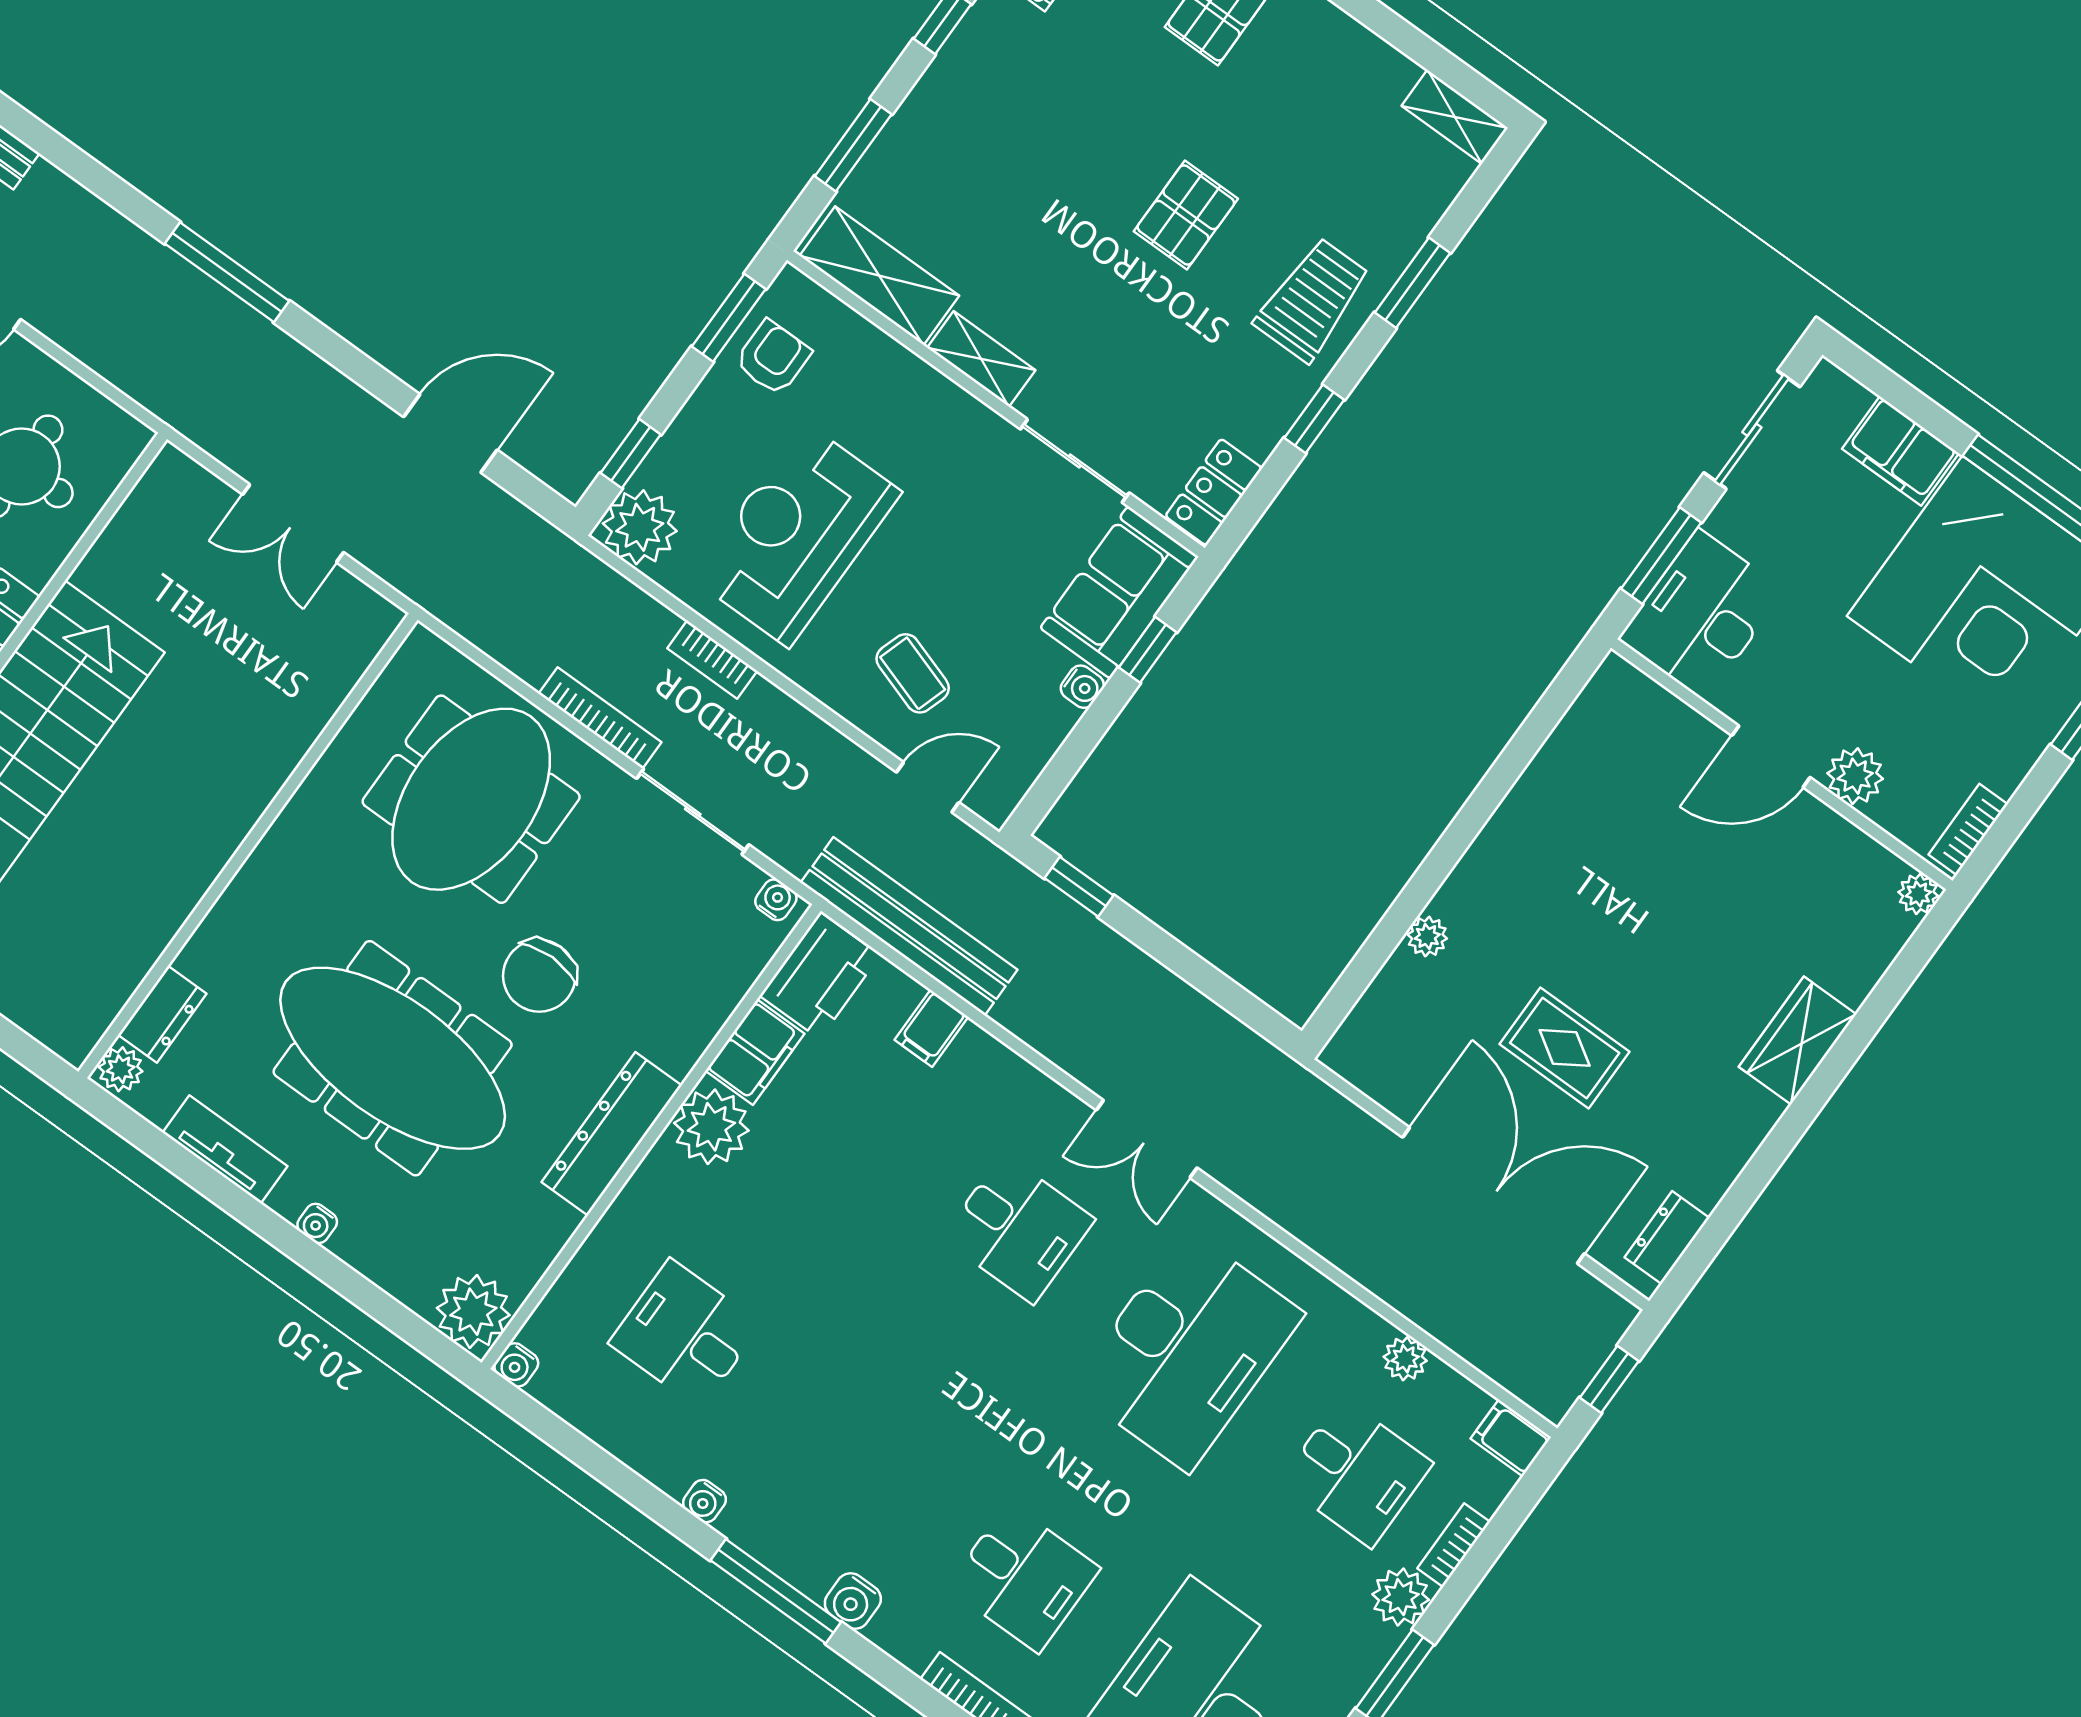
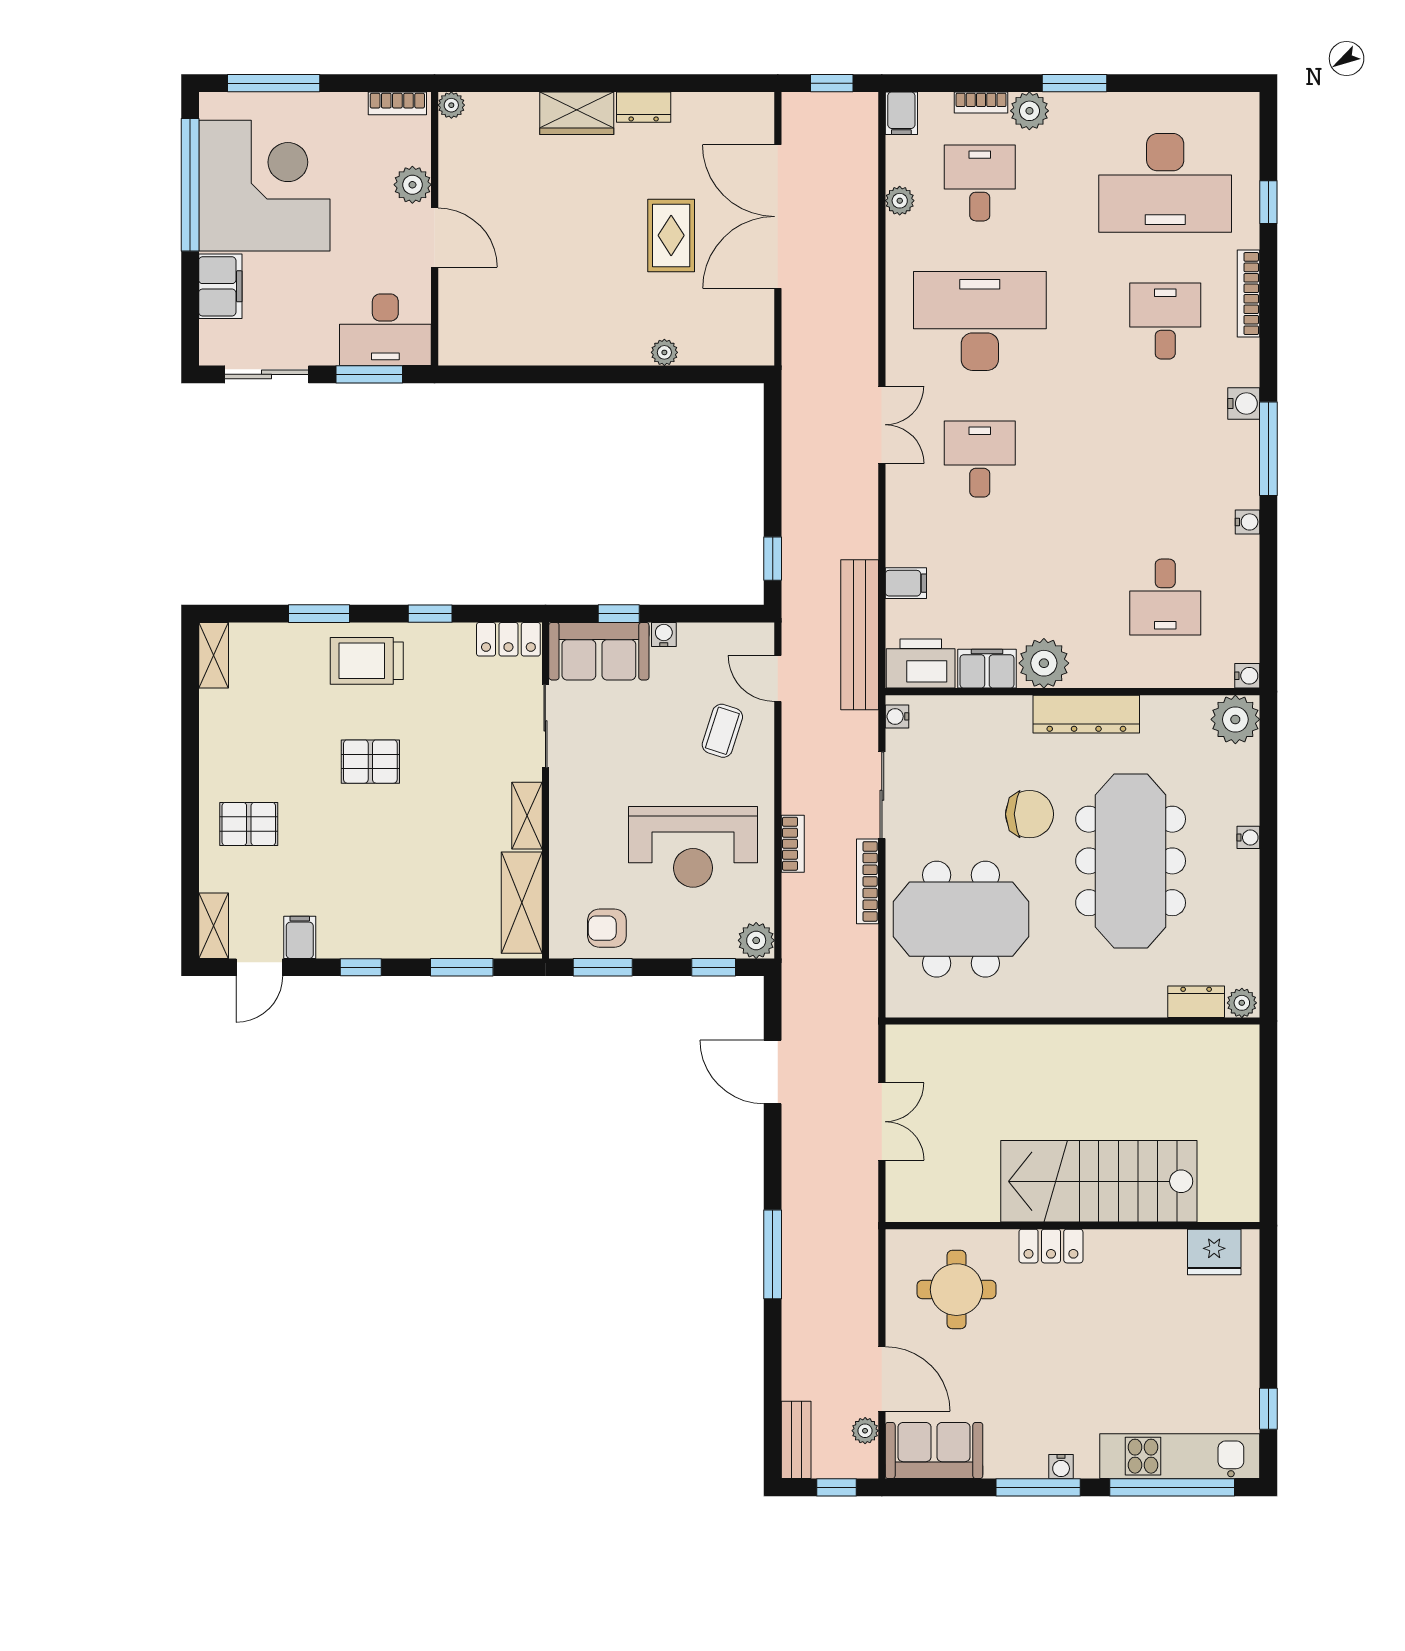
plant: (640, 527) -> (756, 940), width x0.73, depth x0.73
tv unit: (225, 1149) -> (1244, 916), removed
dresser: (1667, 1238) -> (644, 107), moved

